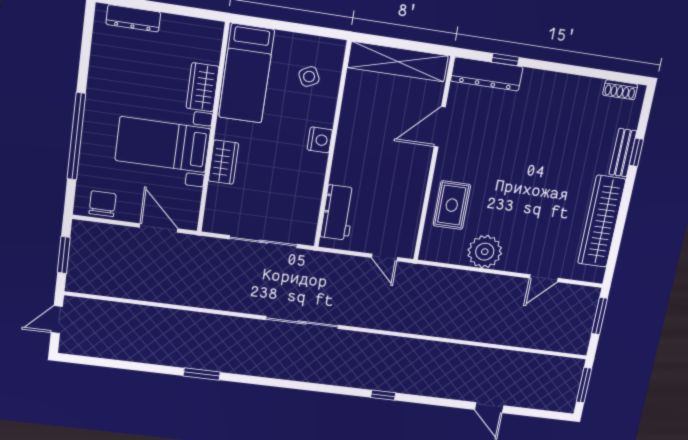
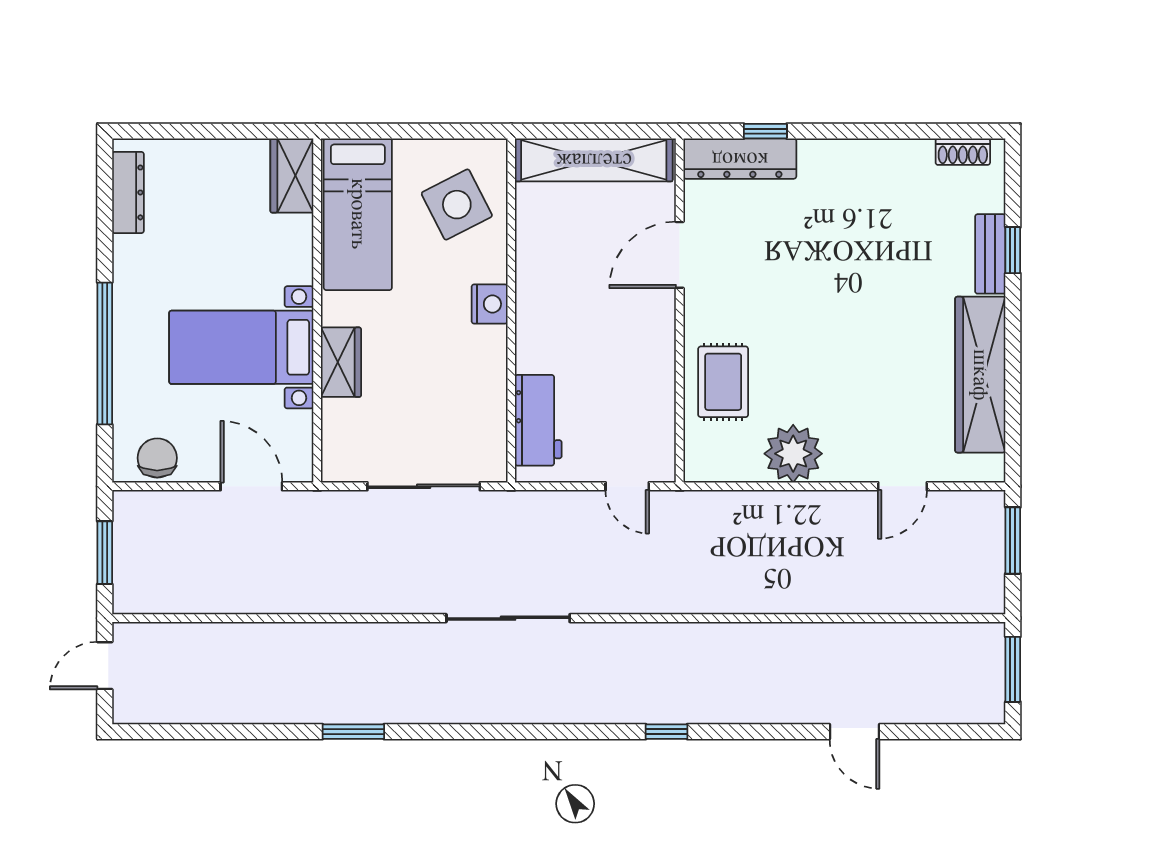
dresser: (133, 18) -> (128, 192), moved, turned -90
side table: (309, 77) -> (457, 205), width x1.87, depth x1.87
wardrobe: (202, 87) -> (292, 176), moved

